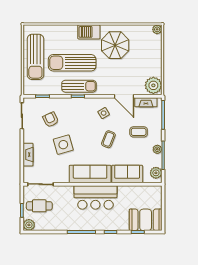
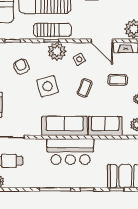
plant: (83, 106) -> (57, 51), added
side table: (63, 145) -> (48, 86), moved

